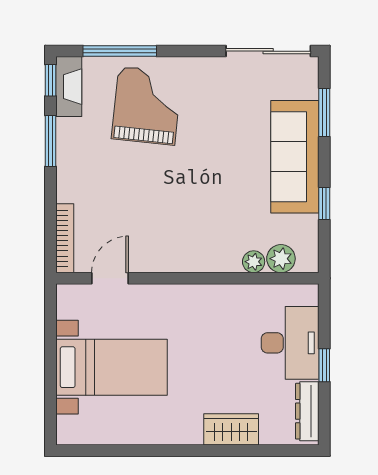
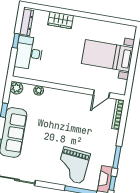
plant: (281, 259) -> (16, 88), moved

